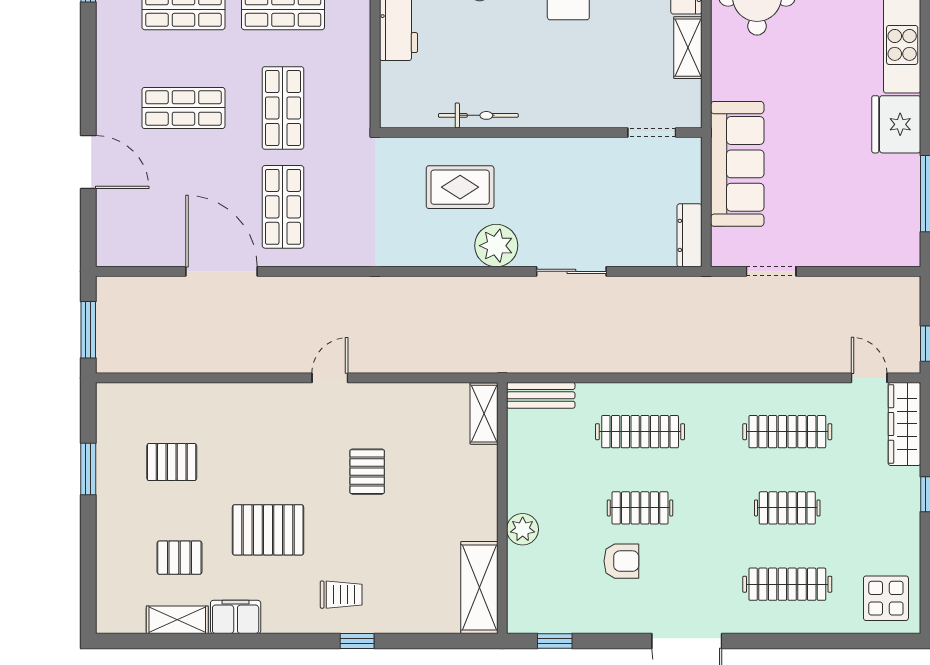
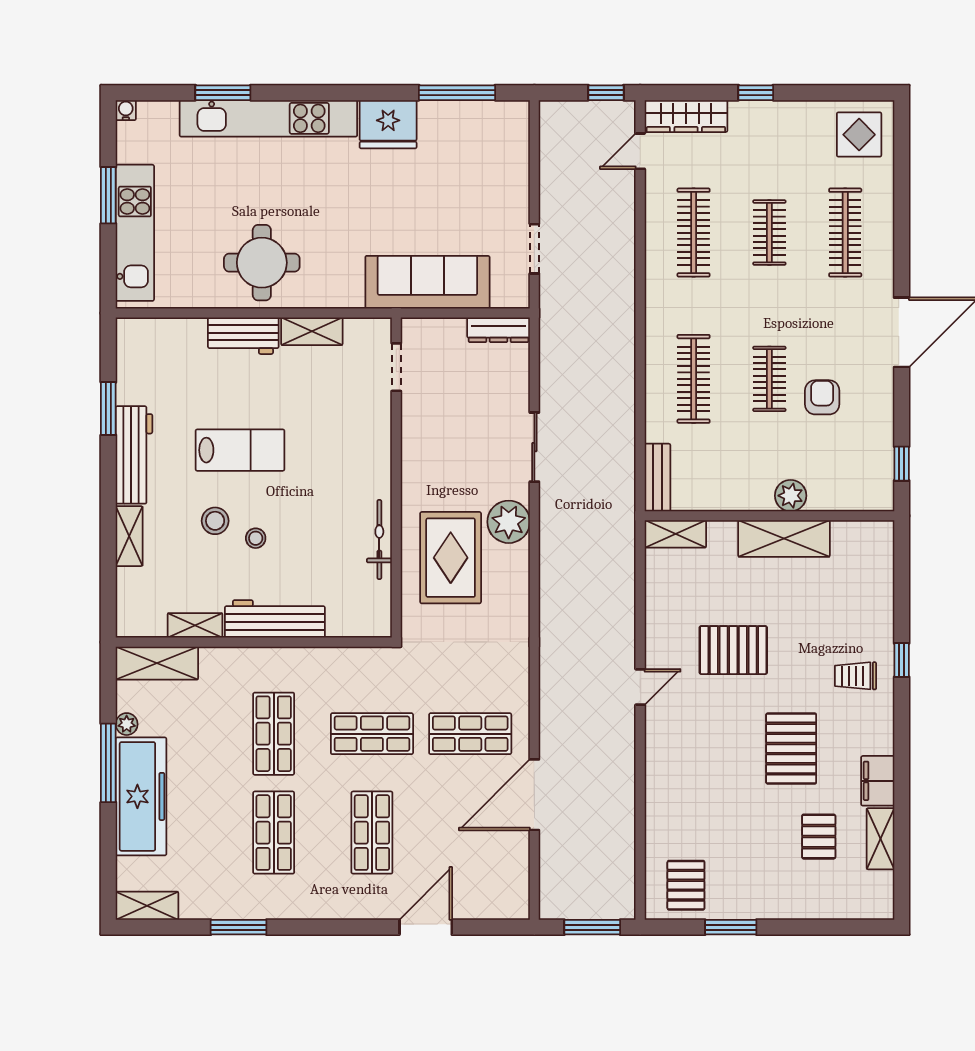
rug: (460, 187) -> (451, 558), width x1.36, depth x1.43
door: (330, 378) -> (640, 687), swing flipped
pallet: (172, 462) -> (686, 885), moved
pallet: (367, 472) -> (733, 650), width x1.50, depth x1.42
shelving: (479, 587) -> (784, 539), moved
trolley: (341, 595) -> (855, 676), turned -90

